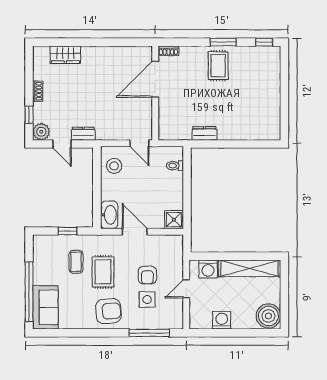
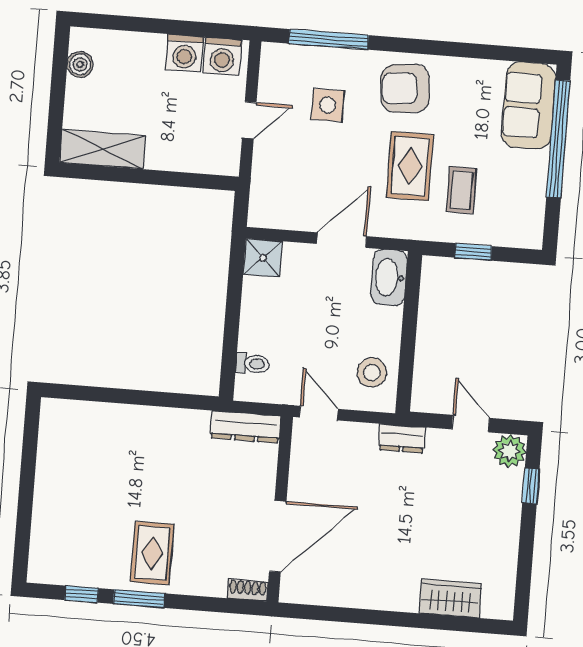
window: (264, 42) -> (82, 594), moved
shoe rack: (38, 91) -> (510, 531), removed
dresser: (204, 133) -> (245, 427), moved, width x1.44
dresser: (83, 134) -> (402, 439), moved
door: (135, 232) -> (342, 240), swing flipped
shelving: (250, 268) -> (102, 149), width x0.68
washing machine: (208, 269) -> (222, 56), moved, turned 180
armchair: (147, 275) -> (323, 153), removed
boiler: (268, 316) -> (80, 64), width x0.54, depth x0.54

